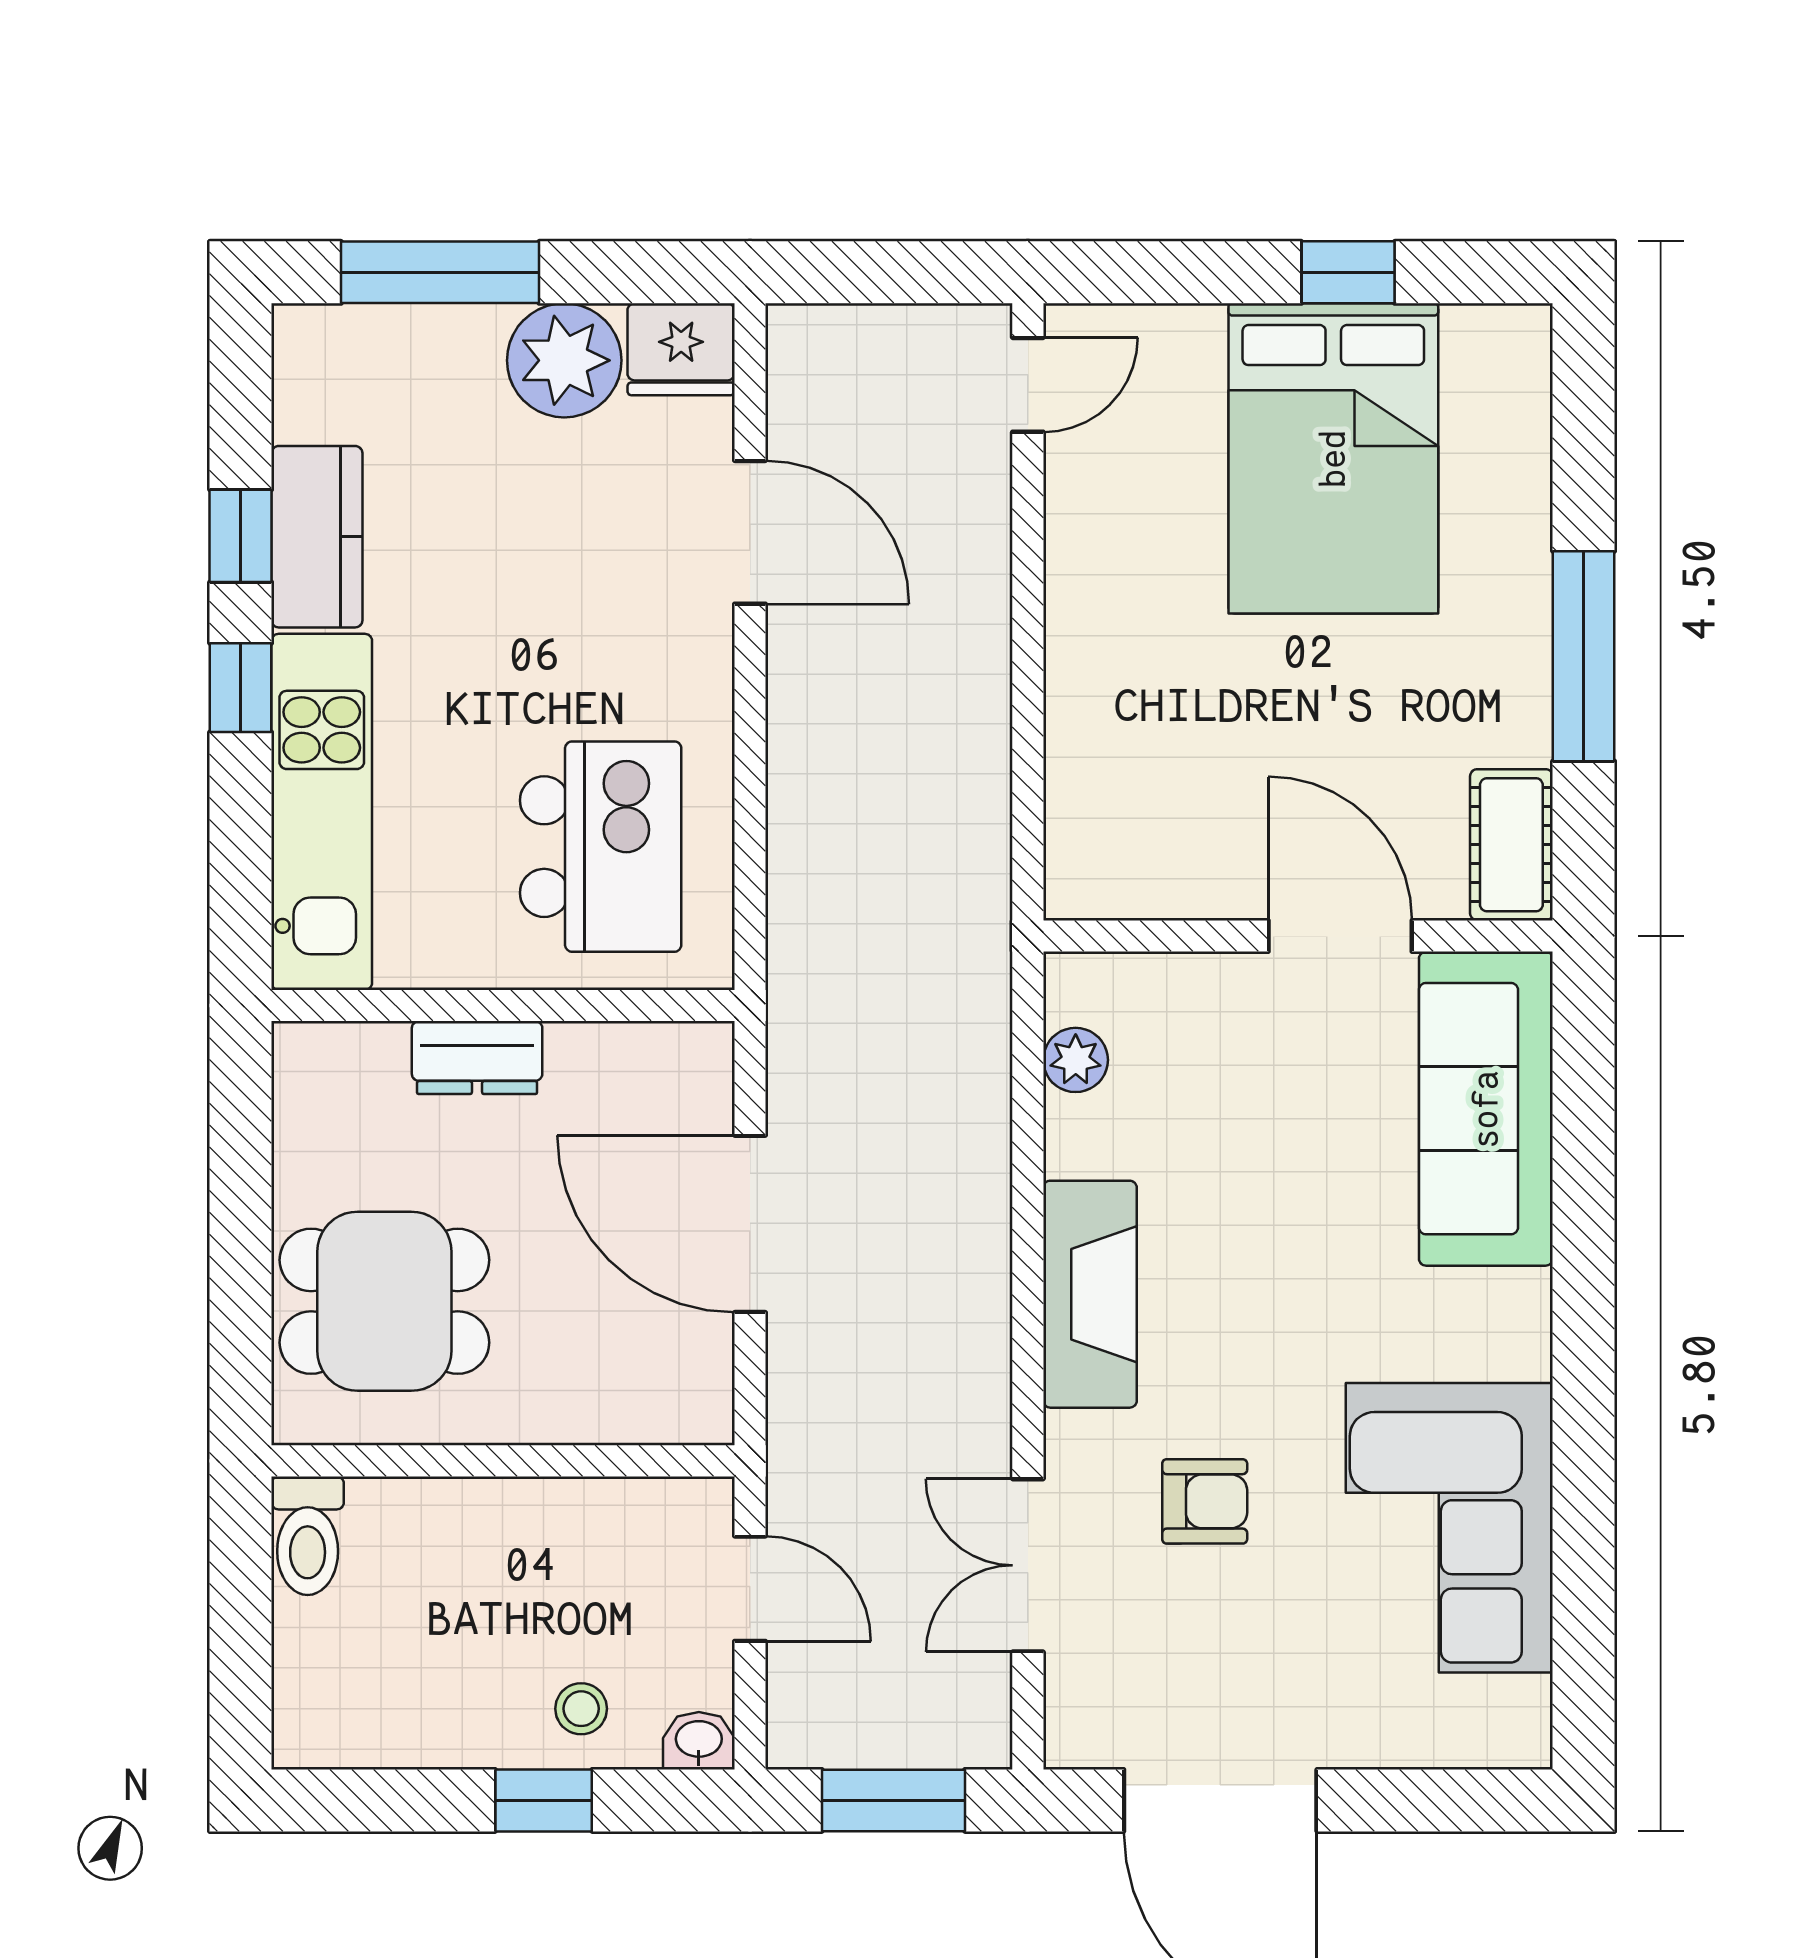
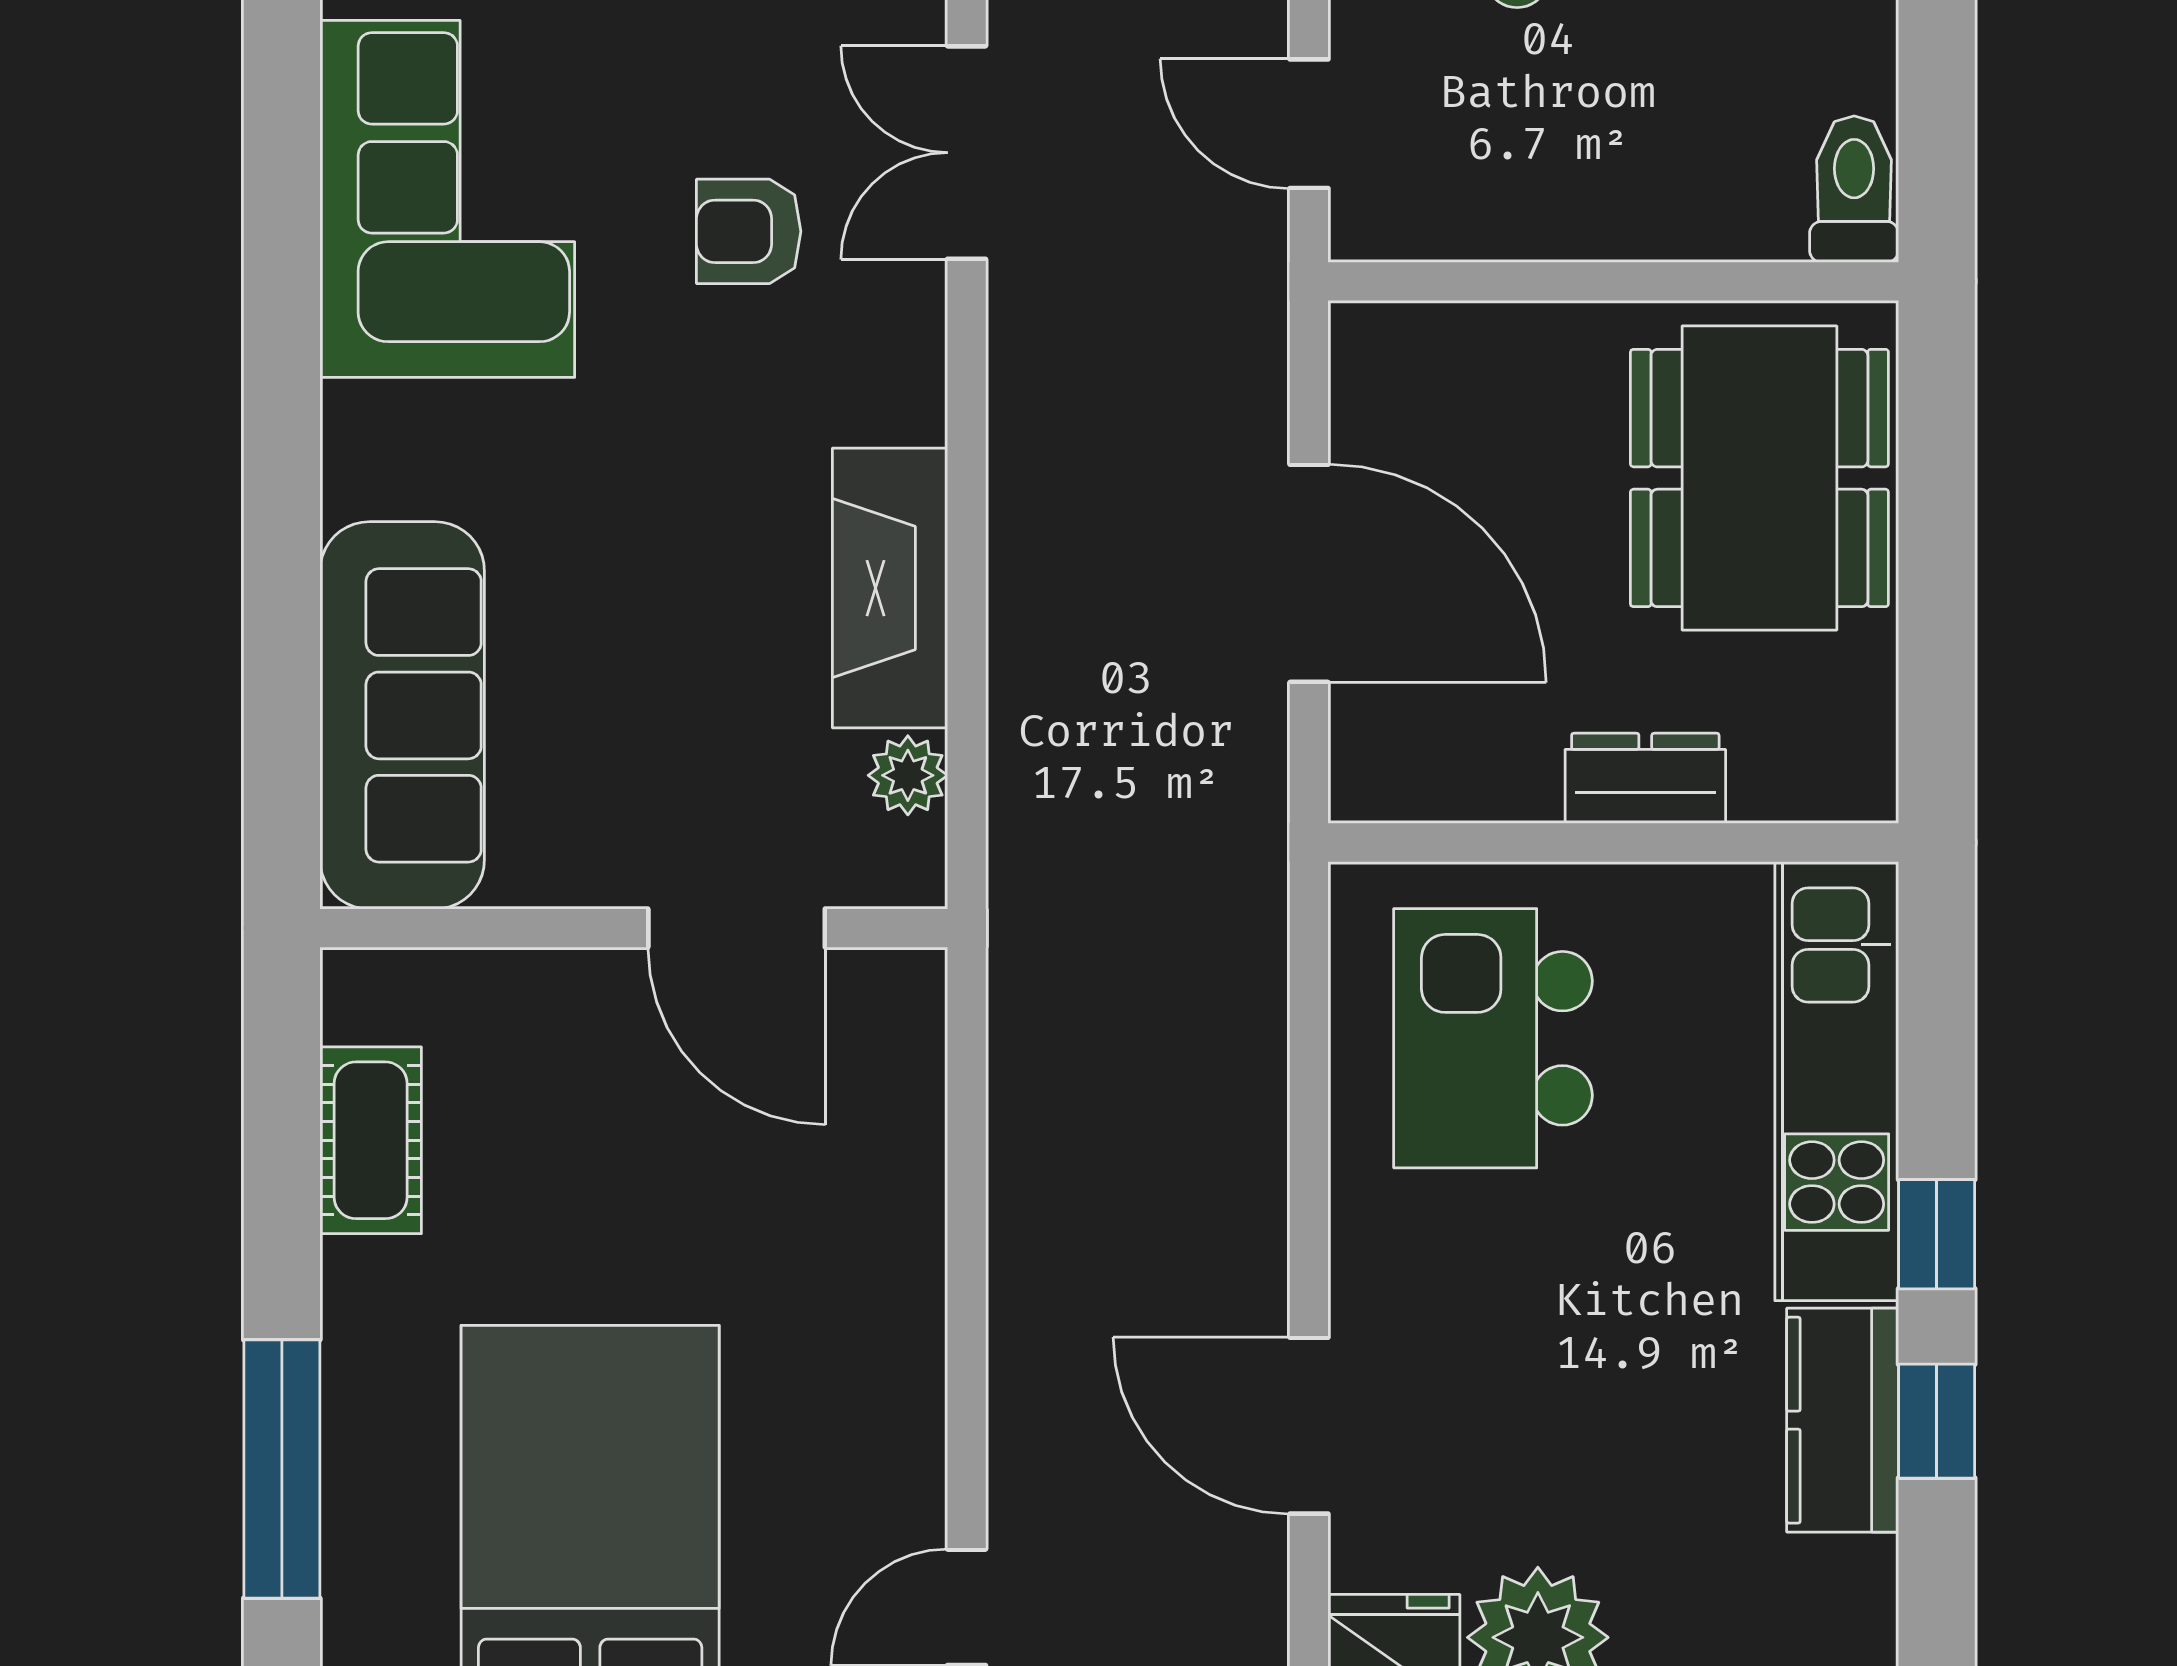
window: (1584, 656) -> (282, 1469), moved
cot: (1511, 845) -> (371, 1140), moved
door: (1340, 936) -> (737, 928), moved
fireplace: (1090, 1294) -> (890, 588), moved
dining table: (384, 1301) -> (1759, 478), width x1.38
double door: (1028, 1565) -> (967, 153), swing flipped

